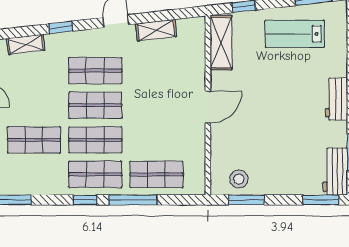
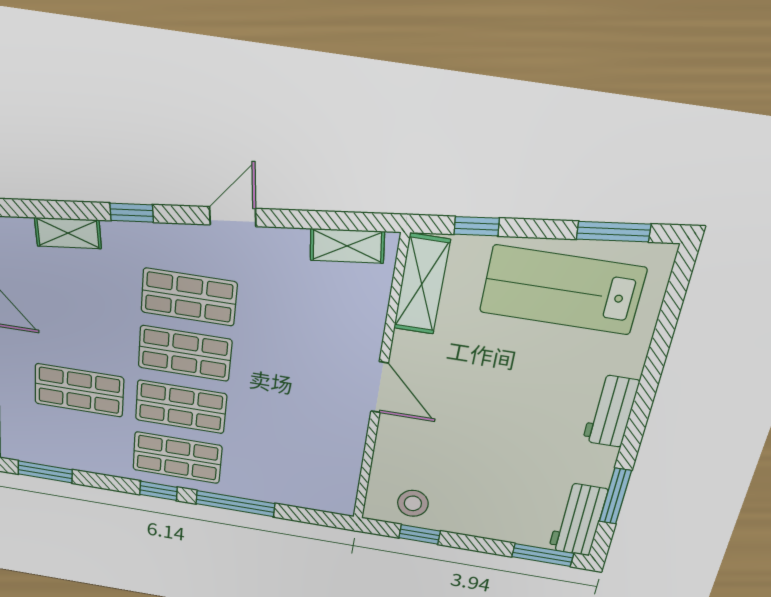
shelving: (156, 30) -> (347, 246), moved
lab bench: (295, 34) -> (562, 290), width x1.36, depth x1.39
door: (208, 107) -> (380, 387), hinge flipped
shop shelf: (156, 174) -> (278, 474), removed
window: (246, 200) -> (420, 534), width x0.67

